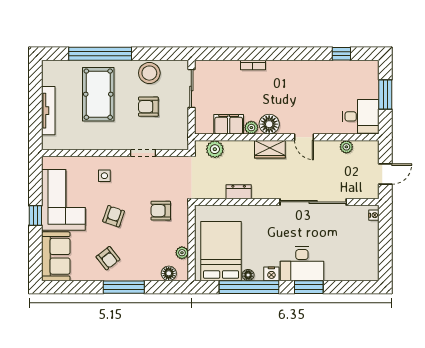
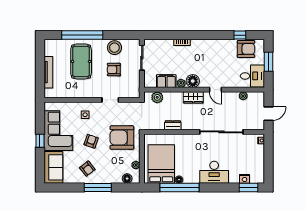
armchair: (351, 75) -> (246, 49), added
armchair: (161, 211) -> (122, 138), width x1.88, depth x1.88
nightstand: (271, 274) -> (245, 179), moved
window: (309, 287) -> (248, 187), moved

